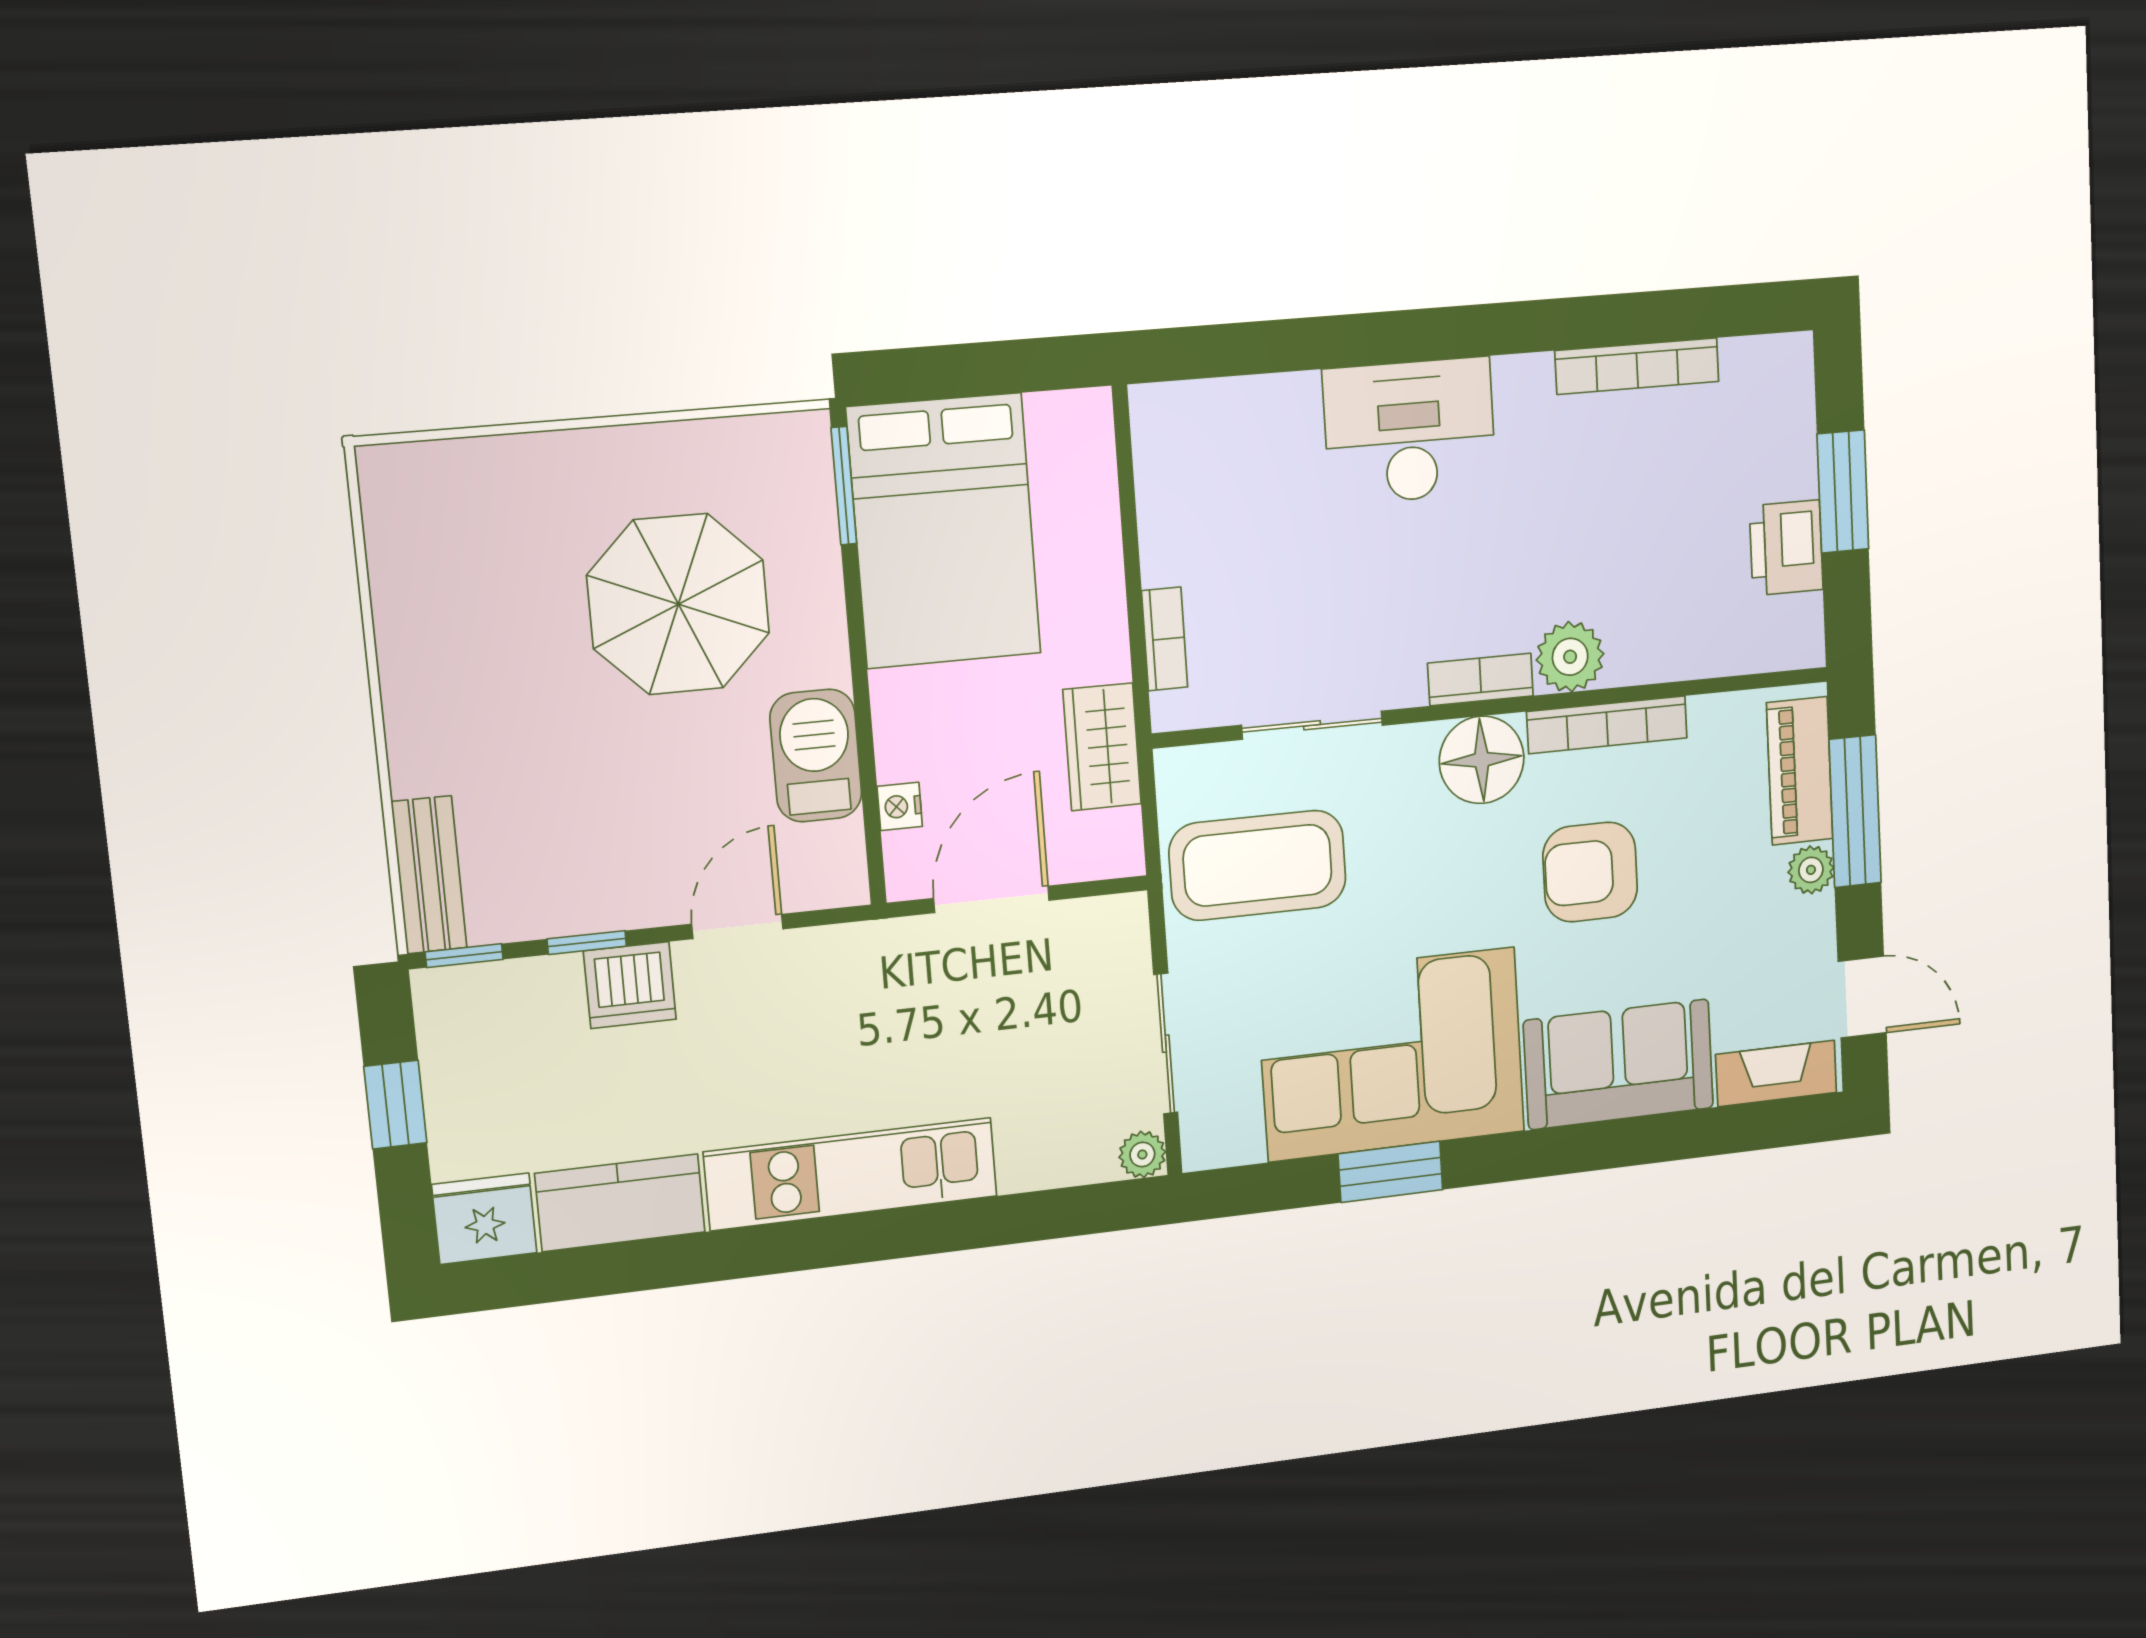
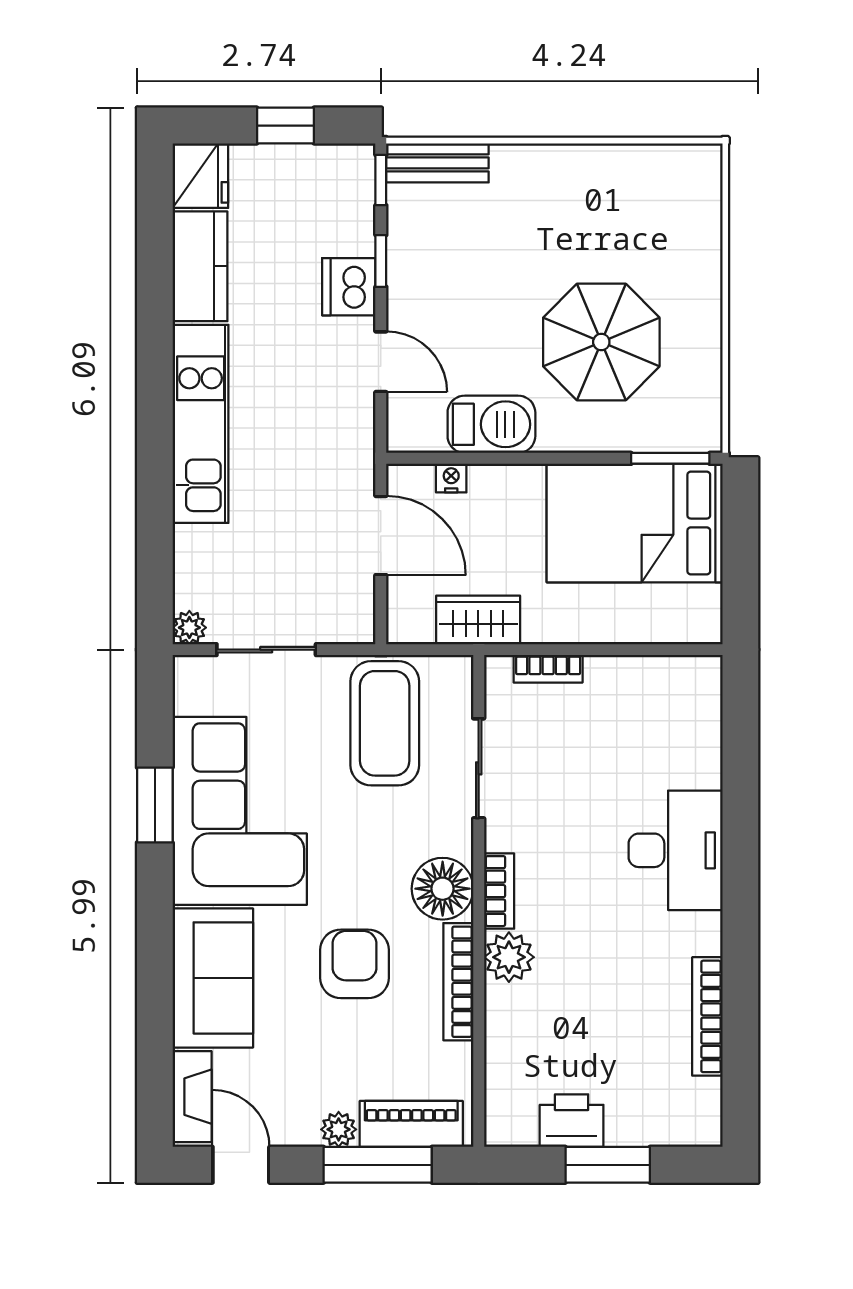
door: (1862, 997) -> (241, 1165), swing flipped

